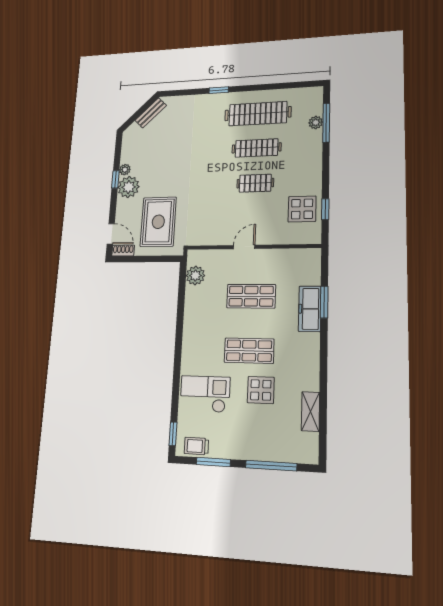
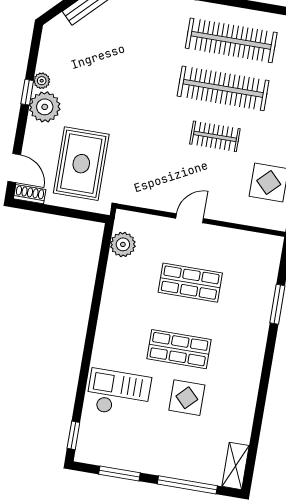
clothes rail: (257, 148) -> (223, 88), width x1.37, depth x1.31
freezer: (310, 309) -> (259, 310), removed
shelving: (310, 412) -> (235, 466), moved
trolley: (196, 446) -> (101, 453), removed

